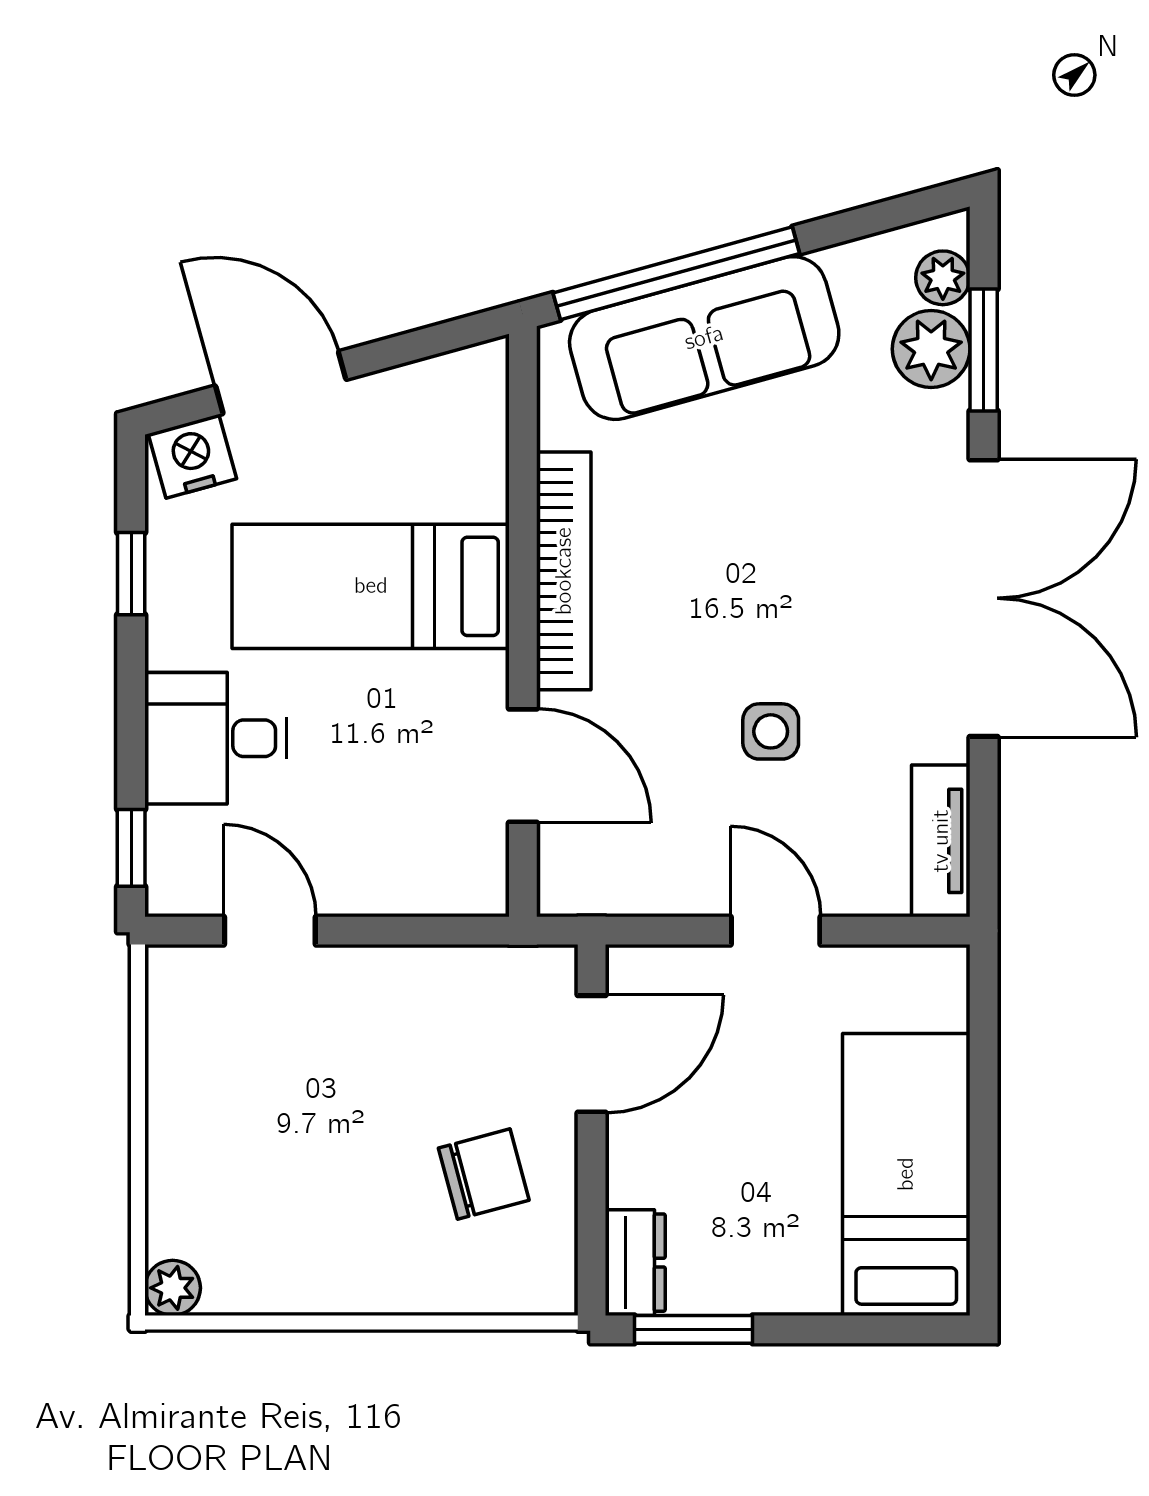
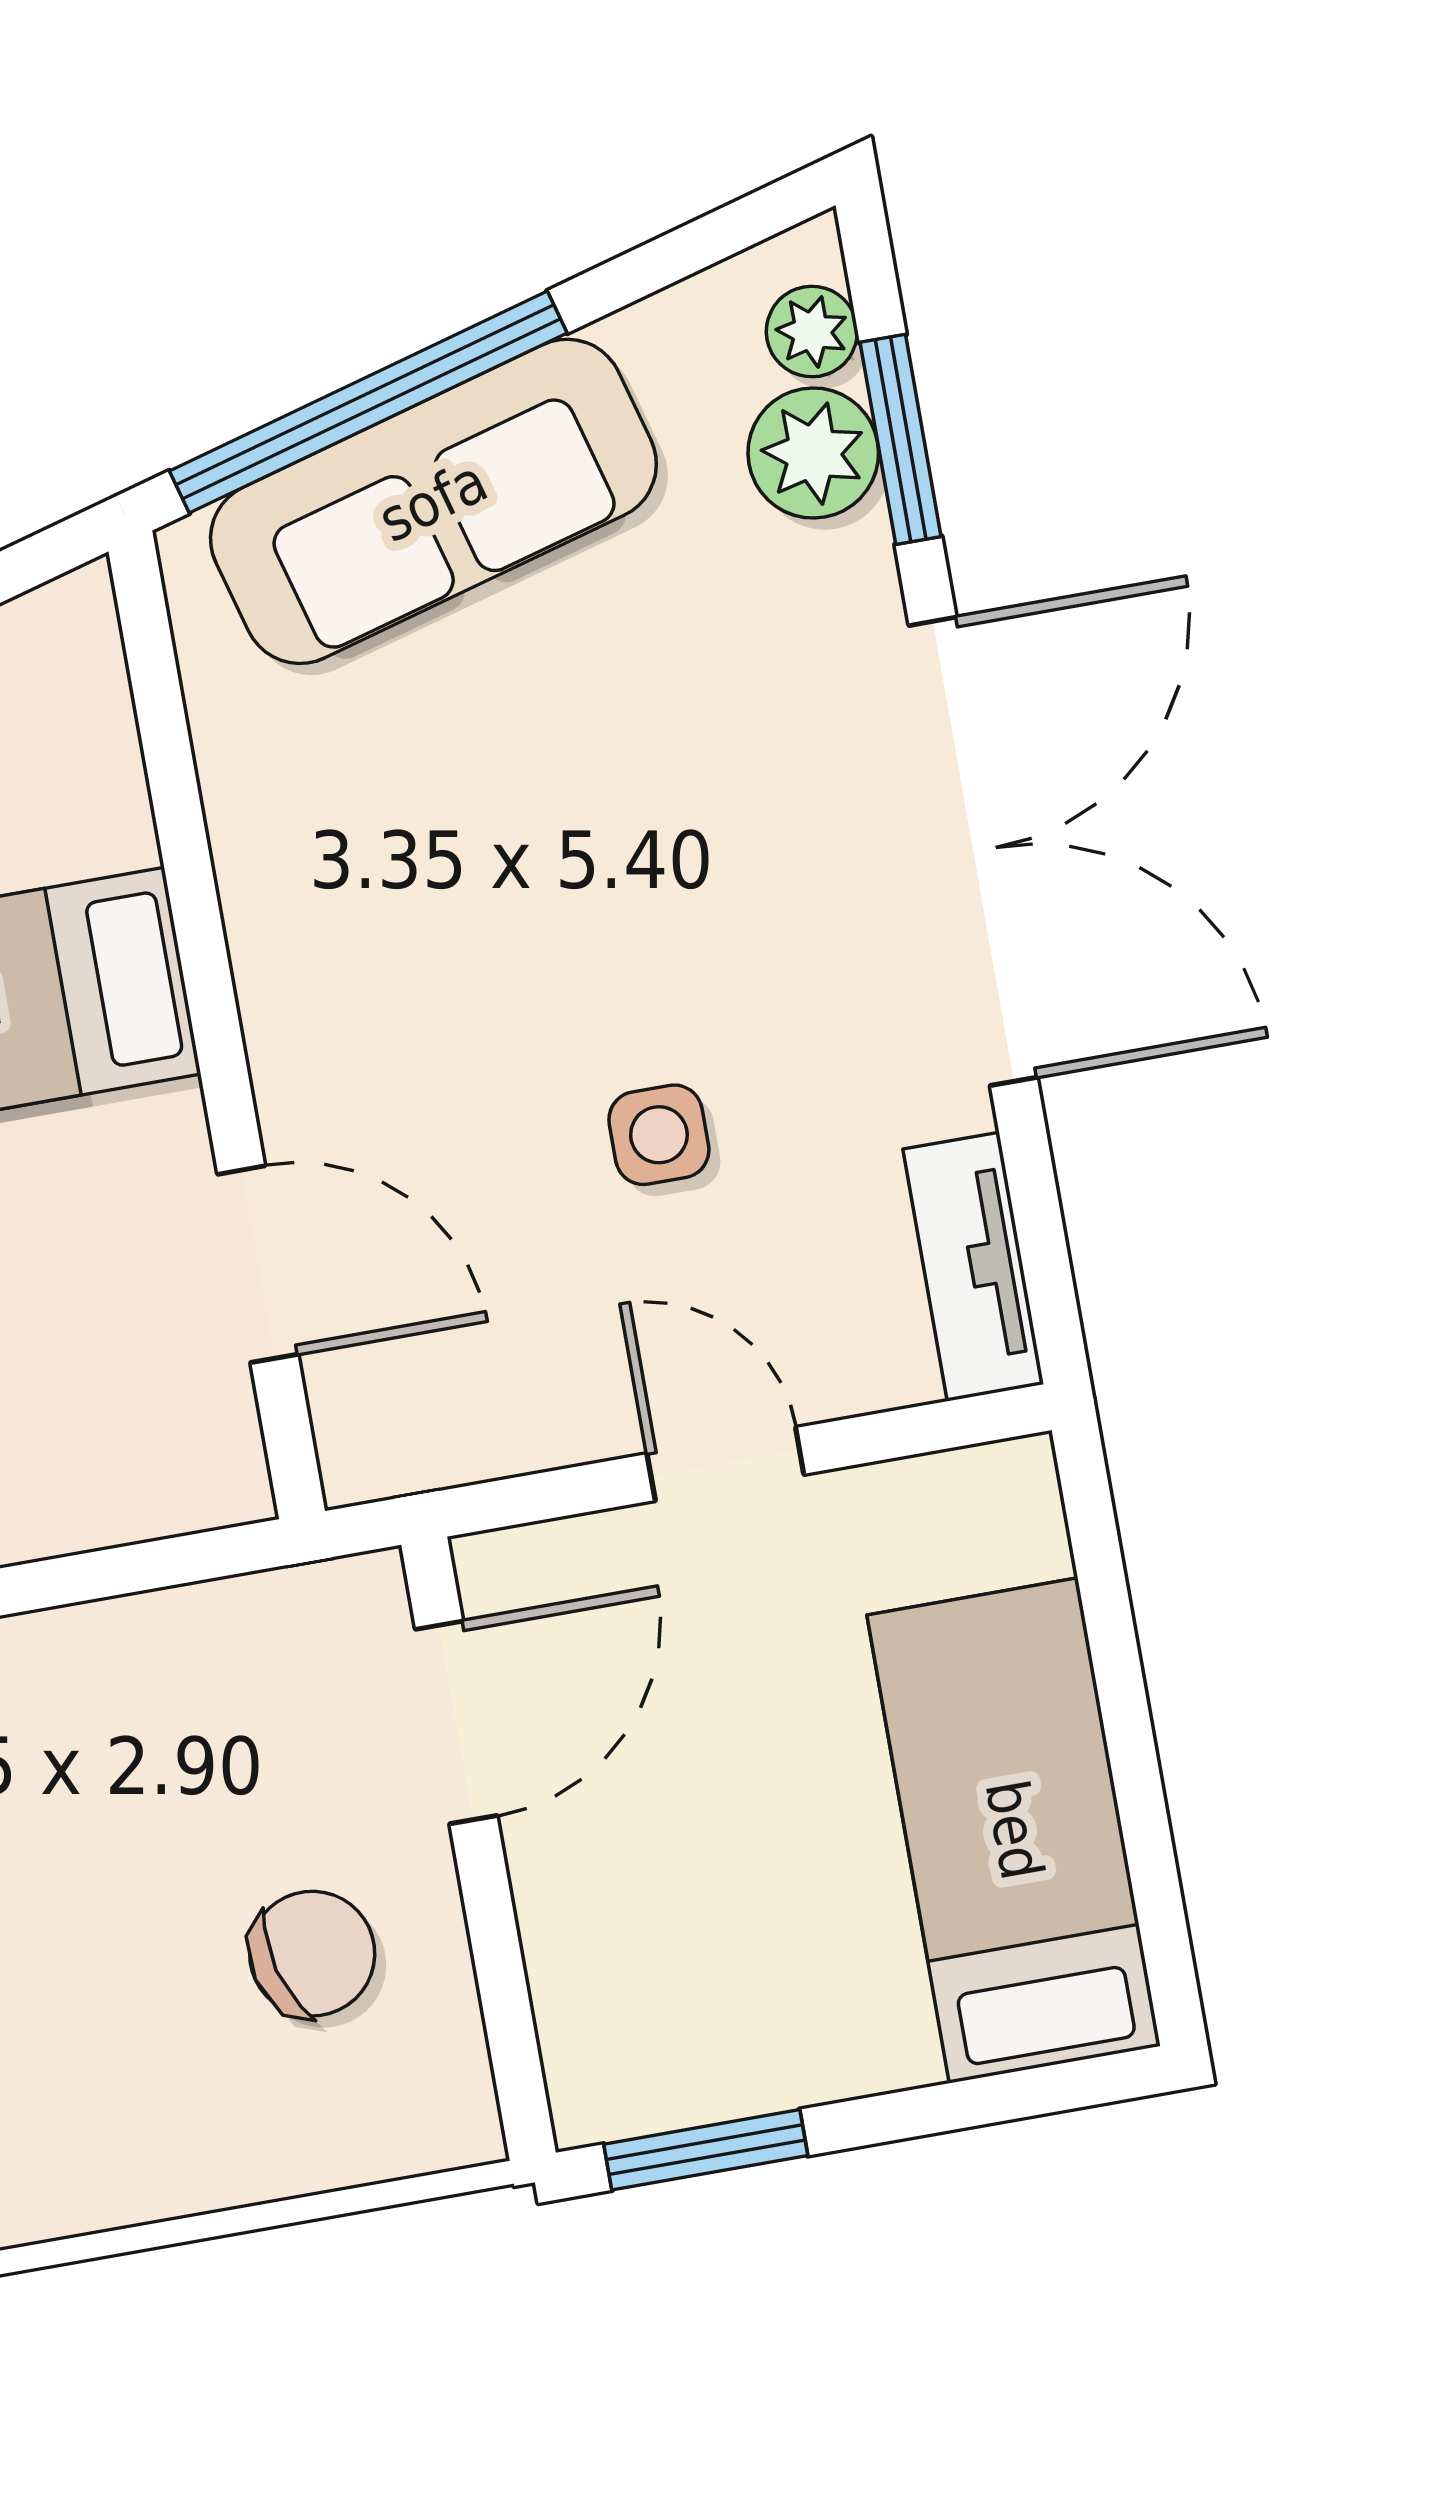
bookcase: (564, 571) -> (268, 929), removed
dresser: (635, 1263) -> (590, 2056), removed

